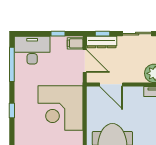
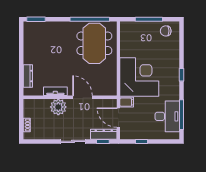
filing cabinet: (75, 43) -> (127, 102), moved
desk: (32, 50) -> (167, 116), moved, turned -90
door: (111, 84) -> (83, 97), moved

